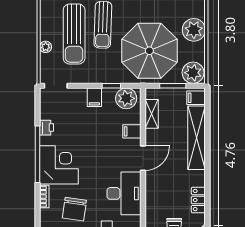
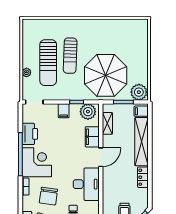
plant: (194, 30) -> (139, 59), removed
printer: (47, 128) -> (30, 134), width x1.87, depth x1.48
filing cabinet: (132, 131) -> (92, 137), width x2.00
locker: (198, 200) -> (143, 177), moved

